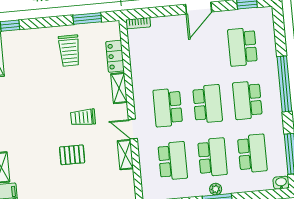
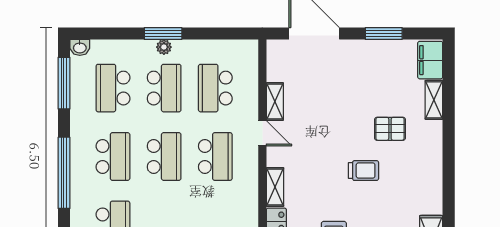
school desk: (208, 104) -> (164, 156), turned 180
trolley: (83, 117) -> (363, 171), moved
pallet: (72, 155) -> (390, 129), moved
school desk: (212, 157) -> (164, 88), turned 180

